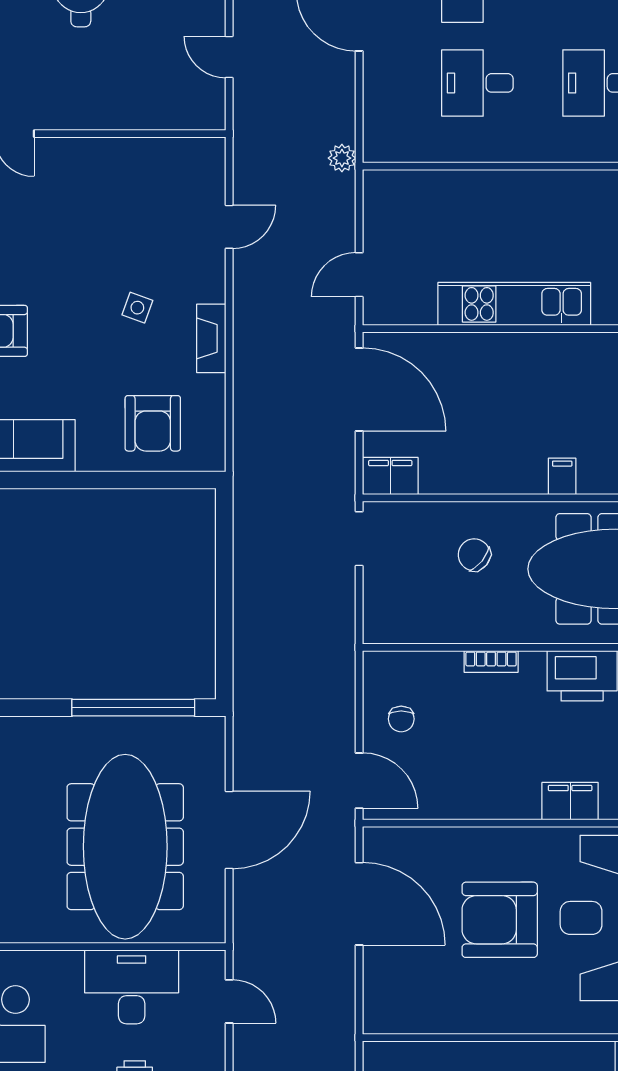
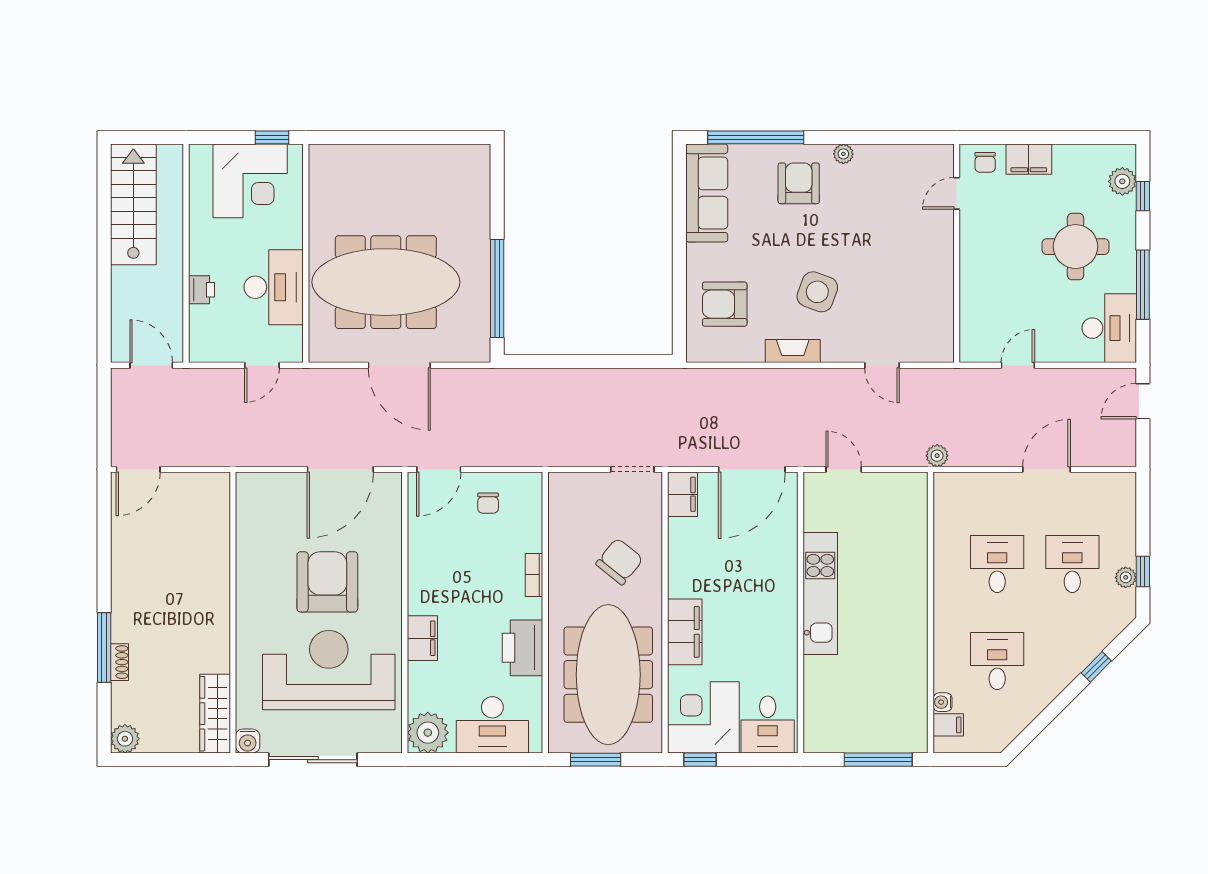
side table: (137, 308) -> (817, 292), width x1.87, depth x1.87
filing cabinet: (562, 476) -> (685, 632), width x3.00, depth x1.17
chair: (474, 555) -> (619, 561), width x1.37, depth x1.37
chair: (401, 719) -> (488, 503), turned -90

